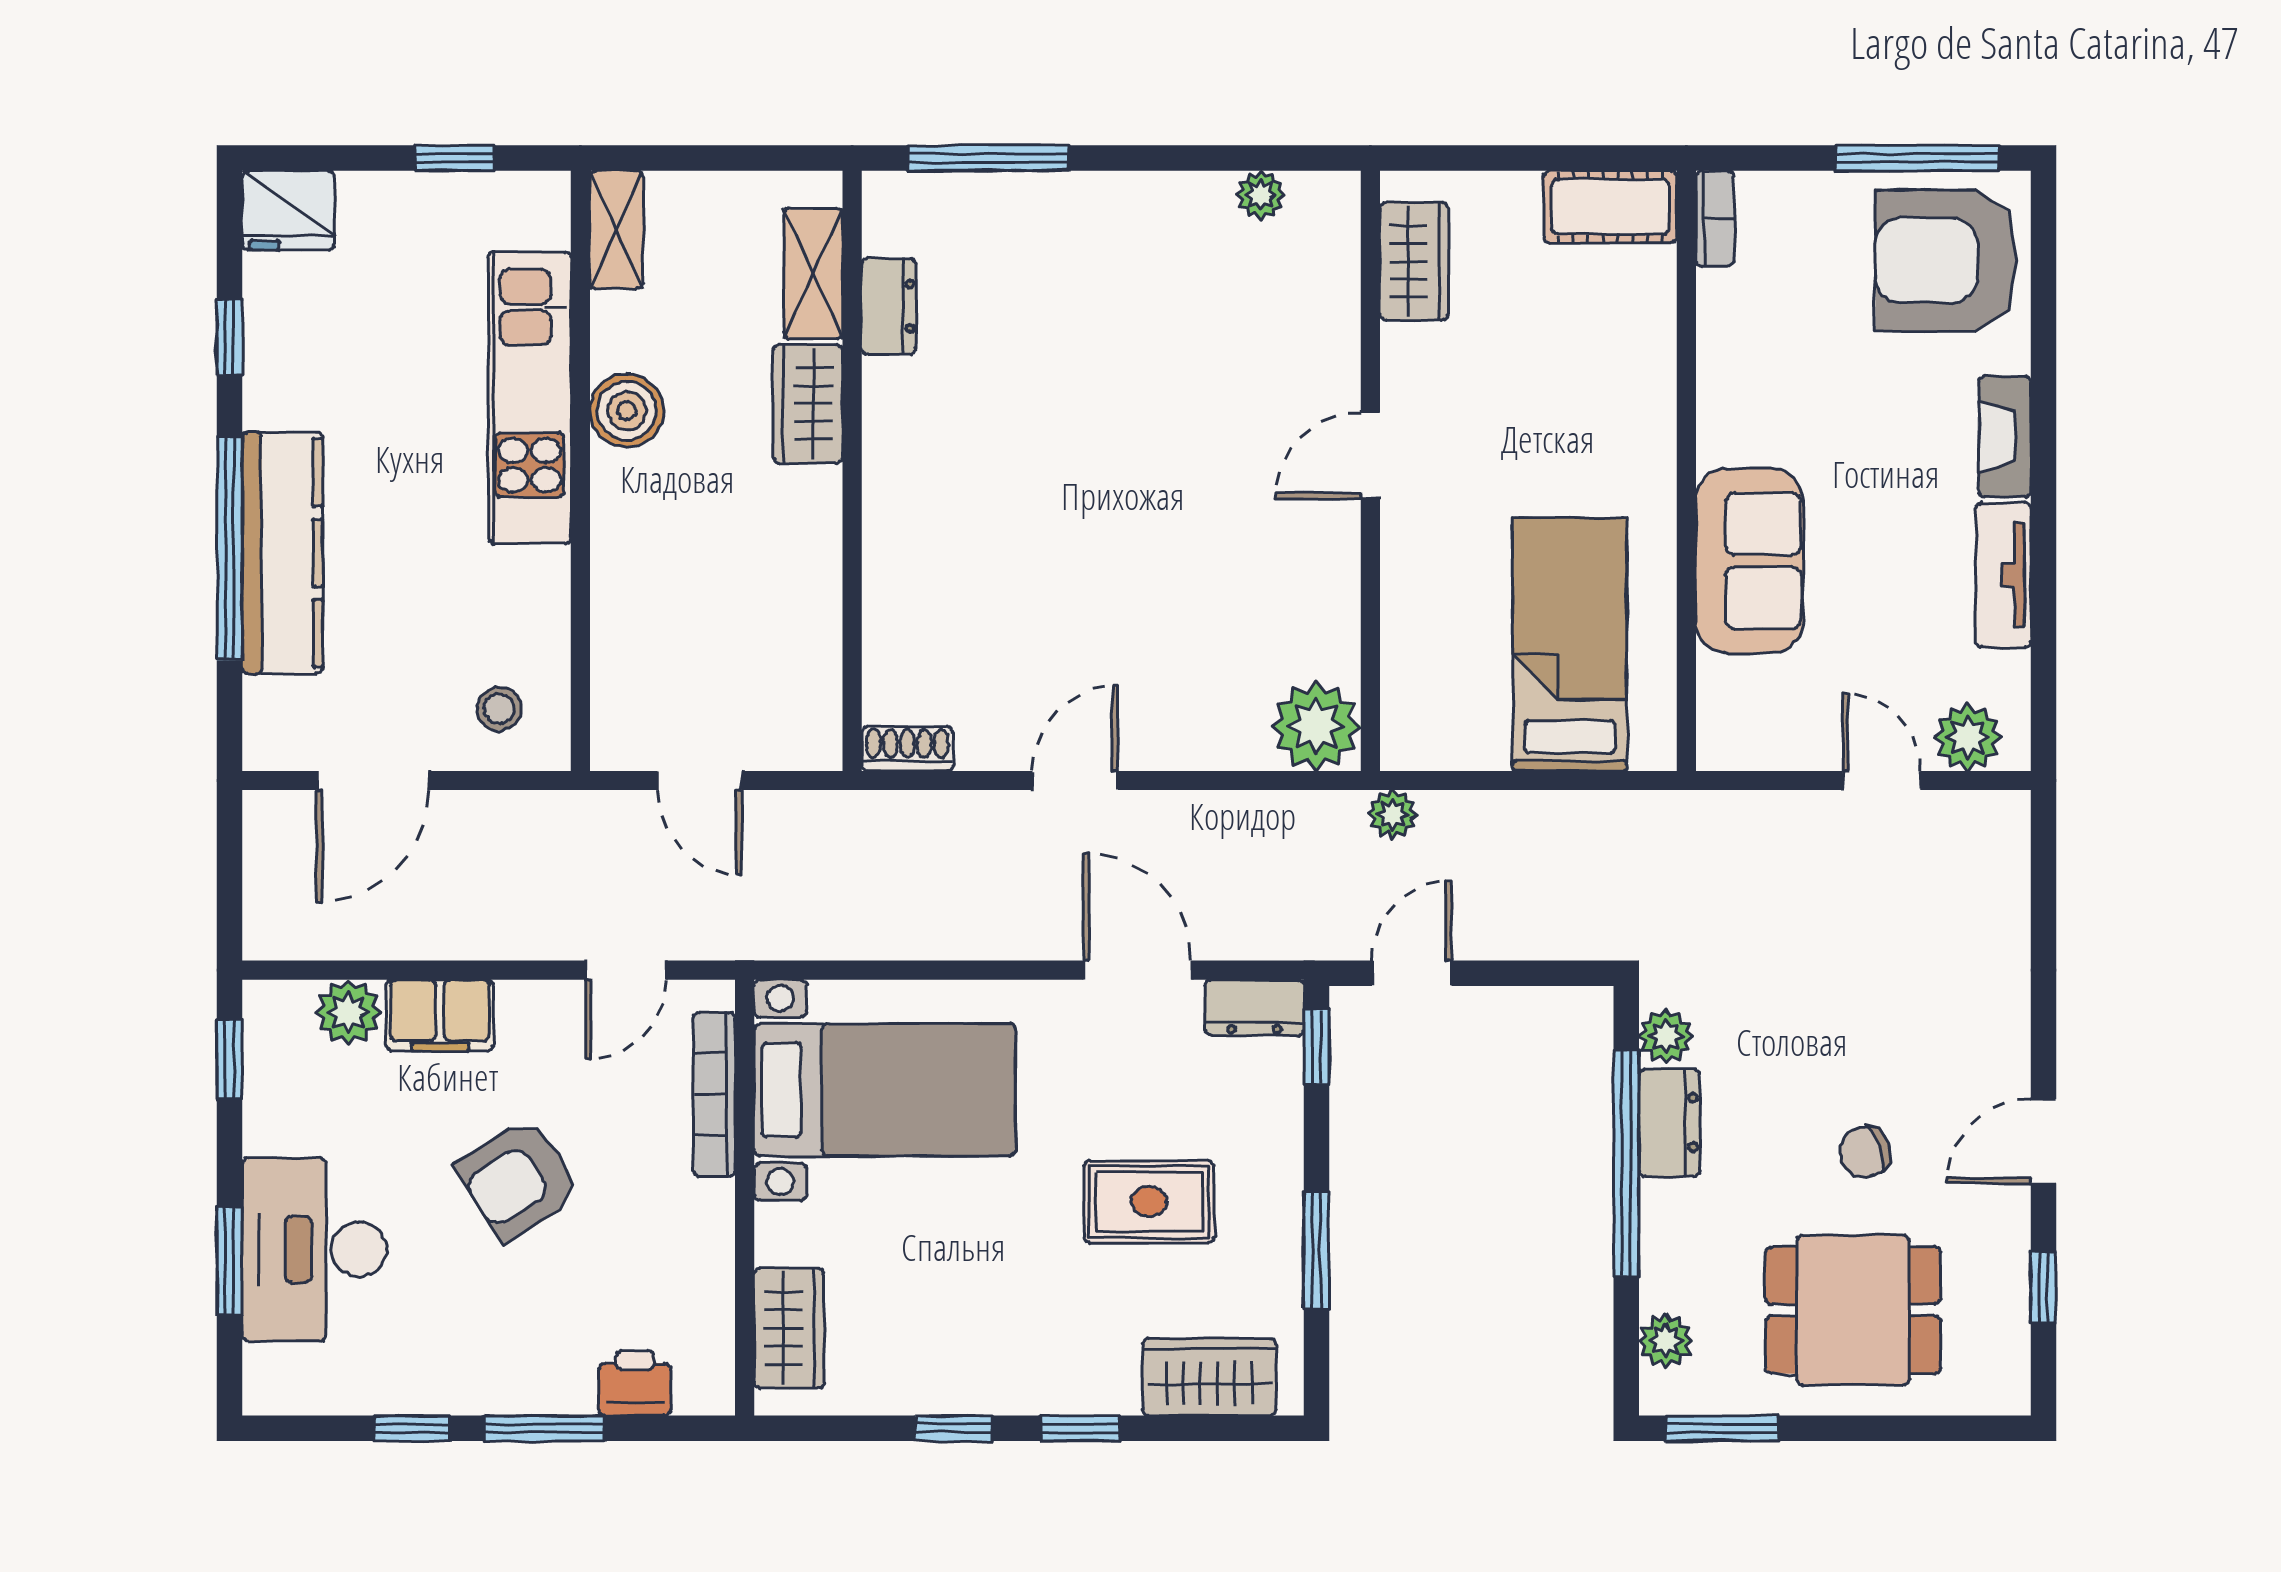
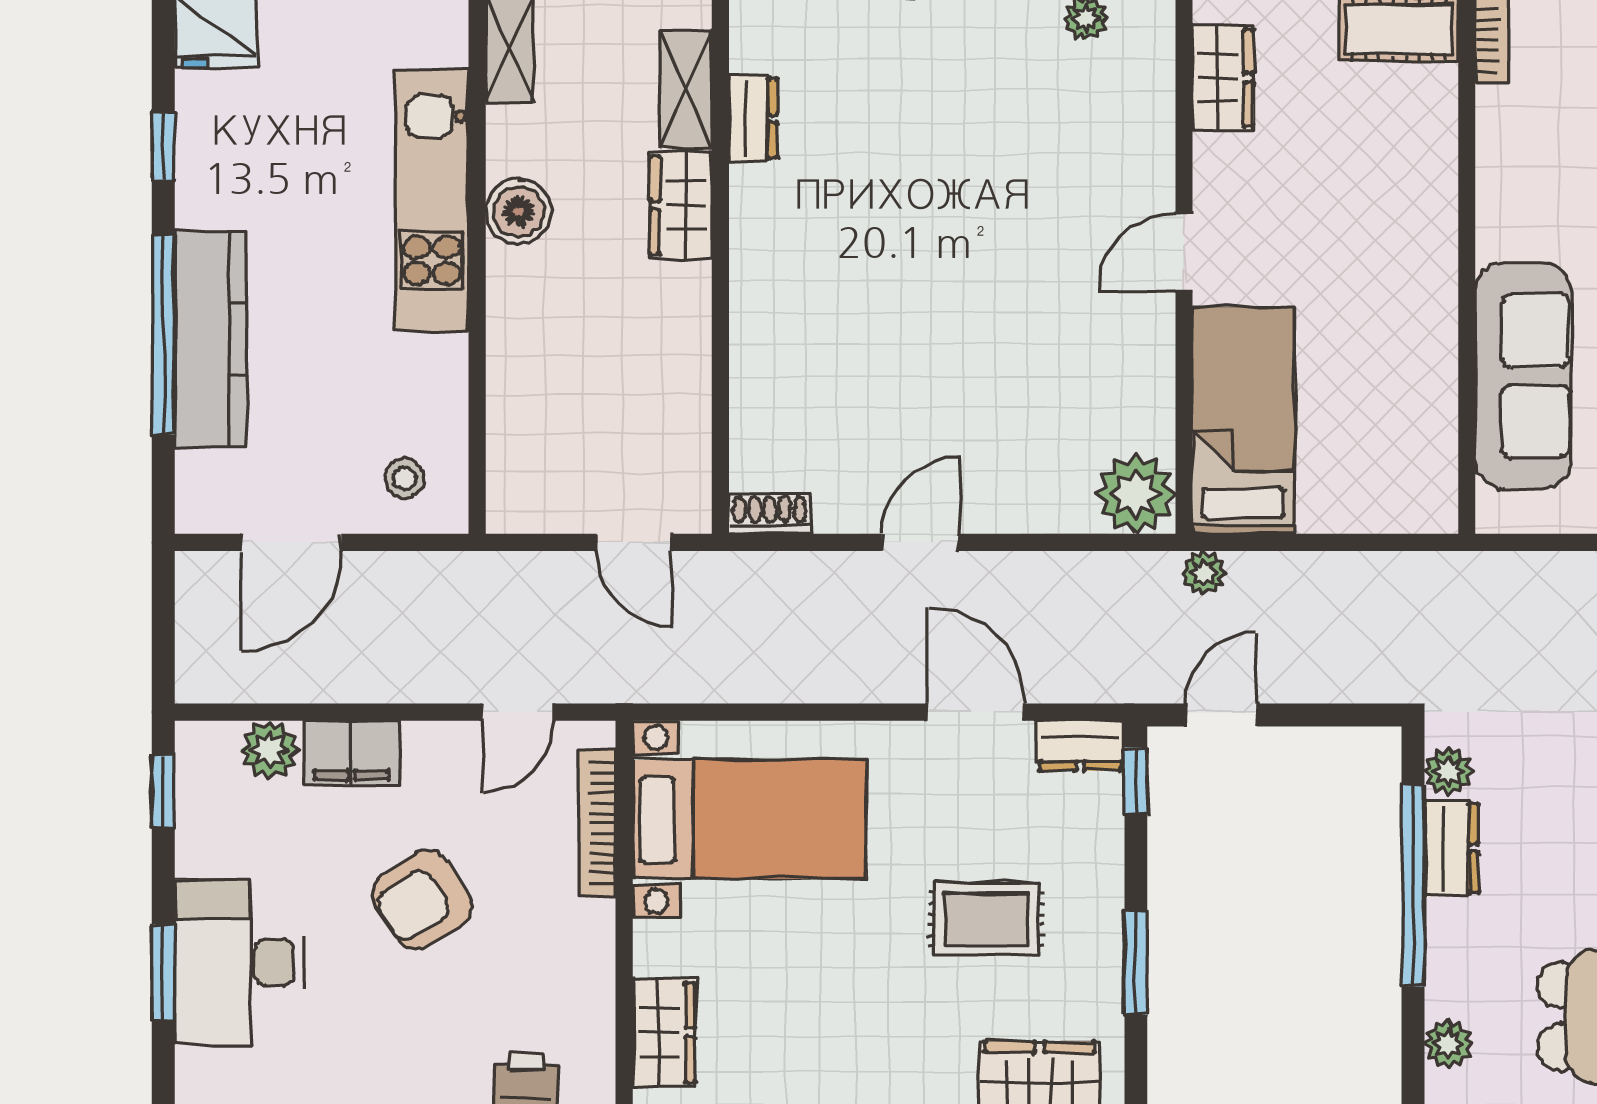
sofa: (1749, 561) -> (1523, 376), width x1.36
bed: (1570, 644) -> (1243, 421), moved
door: (700, 780) -> (635, 542), moved

